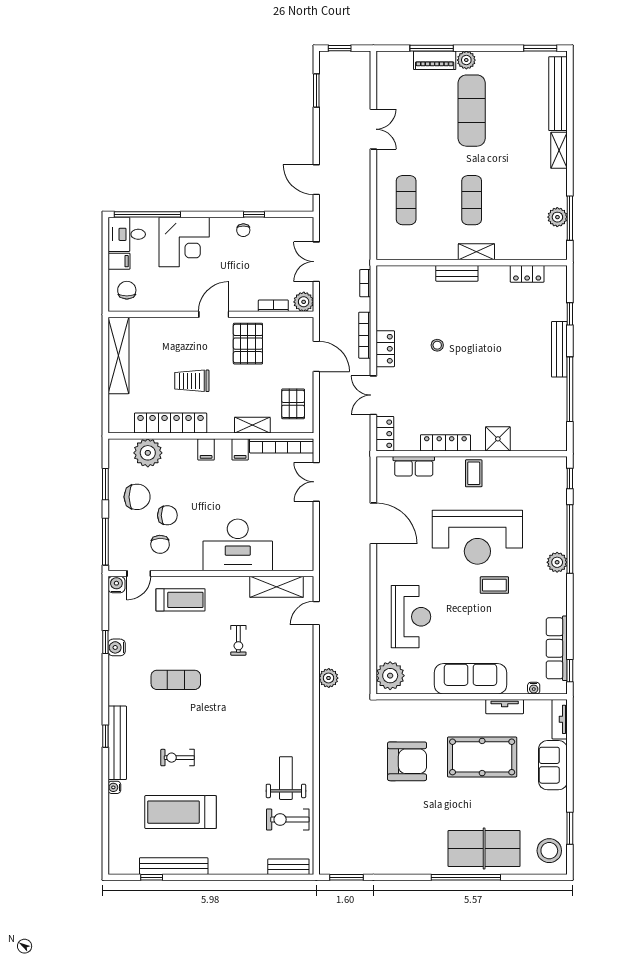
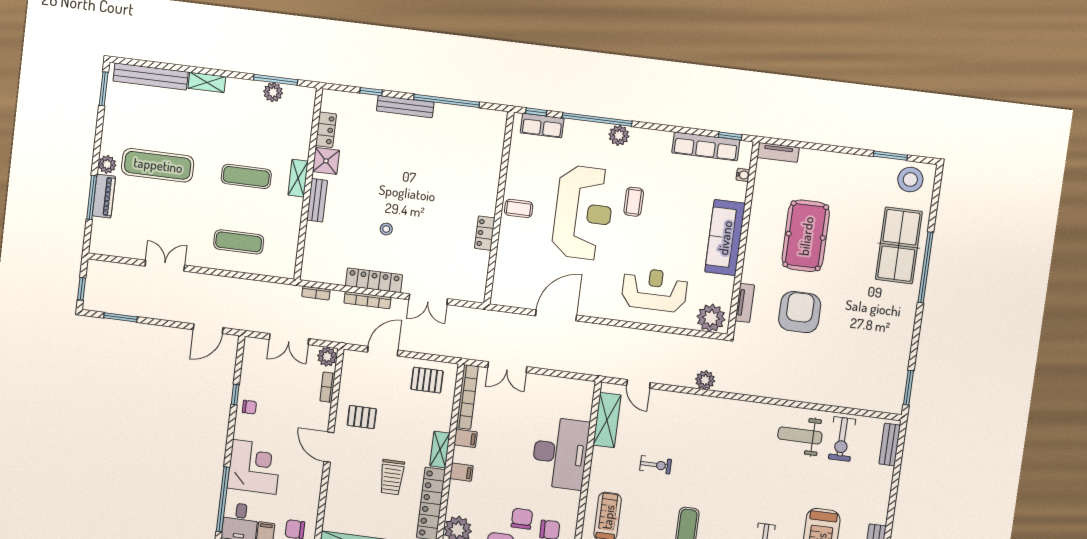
pallet: (248, 344) -> (362, 417), width x0.67, depth x0.71
locker: (385, 349) -> (374, 280), width x1.53
shelving: (252, 425) -> (440, 450), moved
locker: (385, 434) -> (468, 293), removed
shower: (498, 439) -> (326, 161), moved
locker: (445, 443) -> (485, 233), width x0.66
row of seats: (414, 466) -> (542, 126), moved, turned 90
tv unit: (505, 707) -> (745, 303), moved
sofa: (553, 765) -> (824, 165), removed

